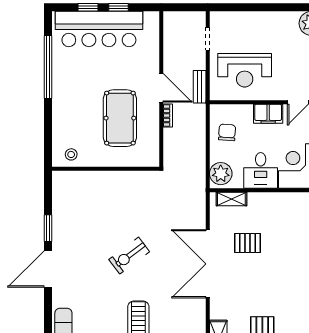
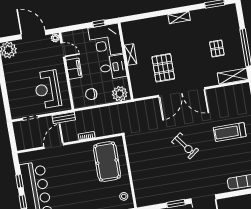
reception desk: (245, 70) -> (47, 89), turned 180
door: (161, 88) -> (54, 146), moved
pool table: (120, 118) -> (107, 162), moved, turned 90
shelving: (231, 199) -> (131, 54), moved
pallet: (247, 243) -> (163, 68), width x1.50, depth x1.42

